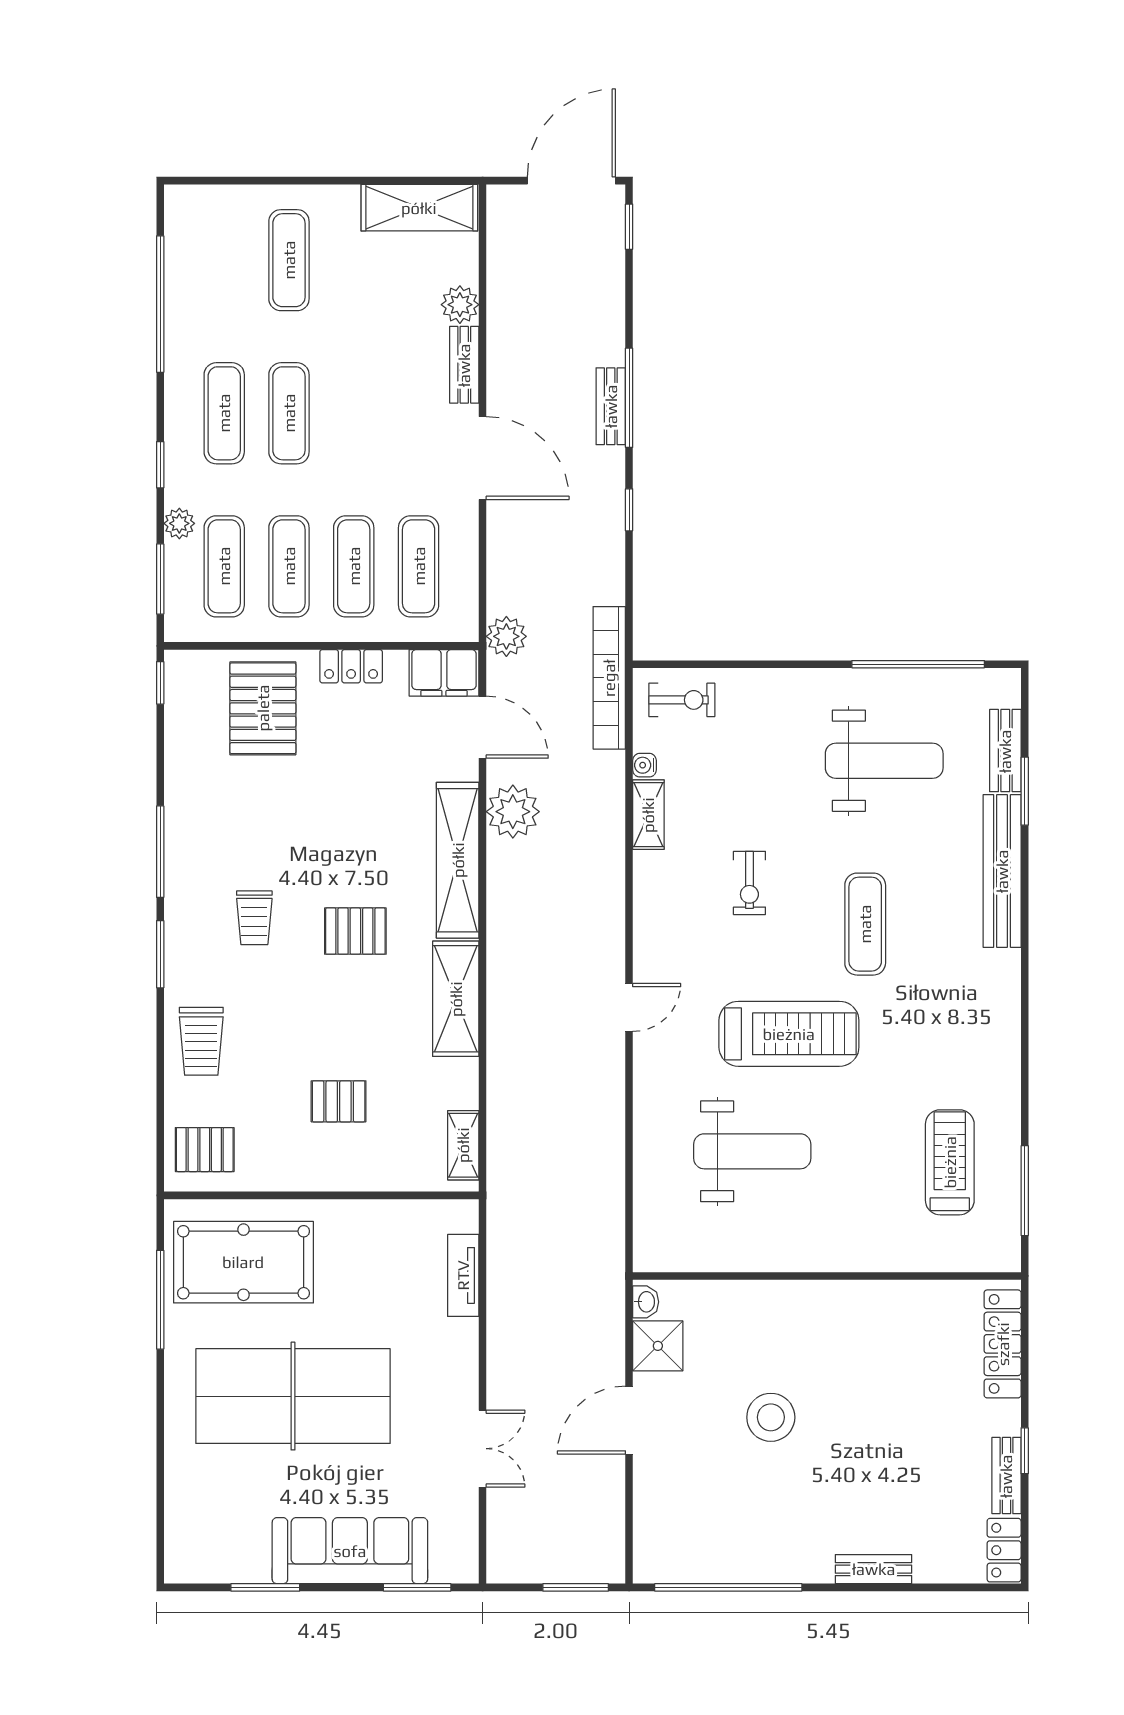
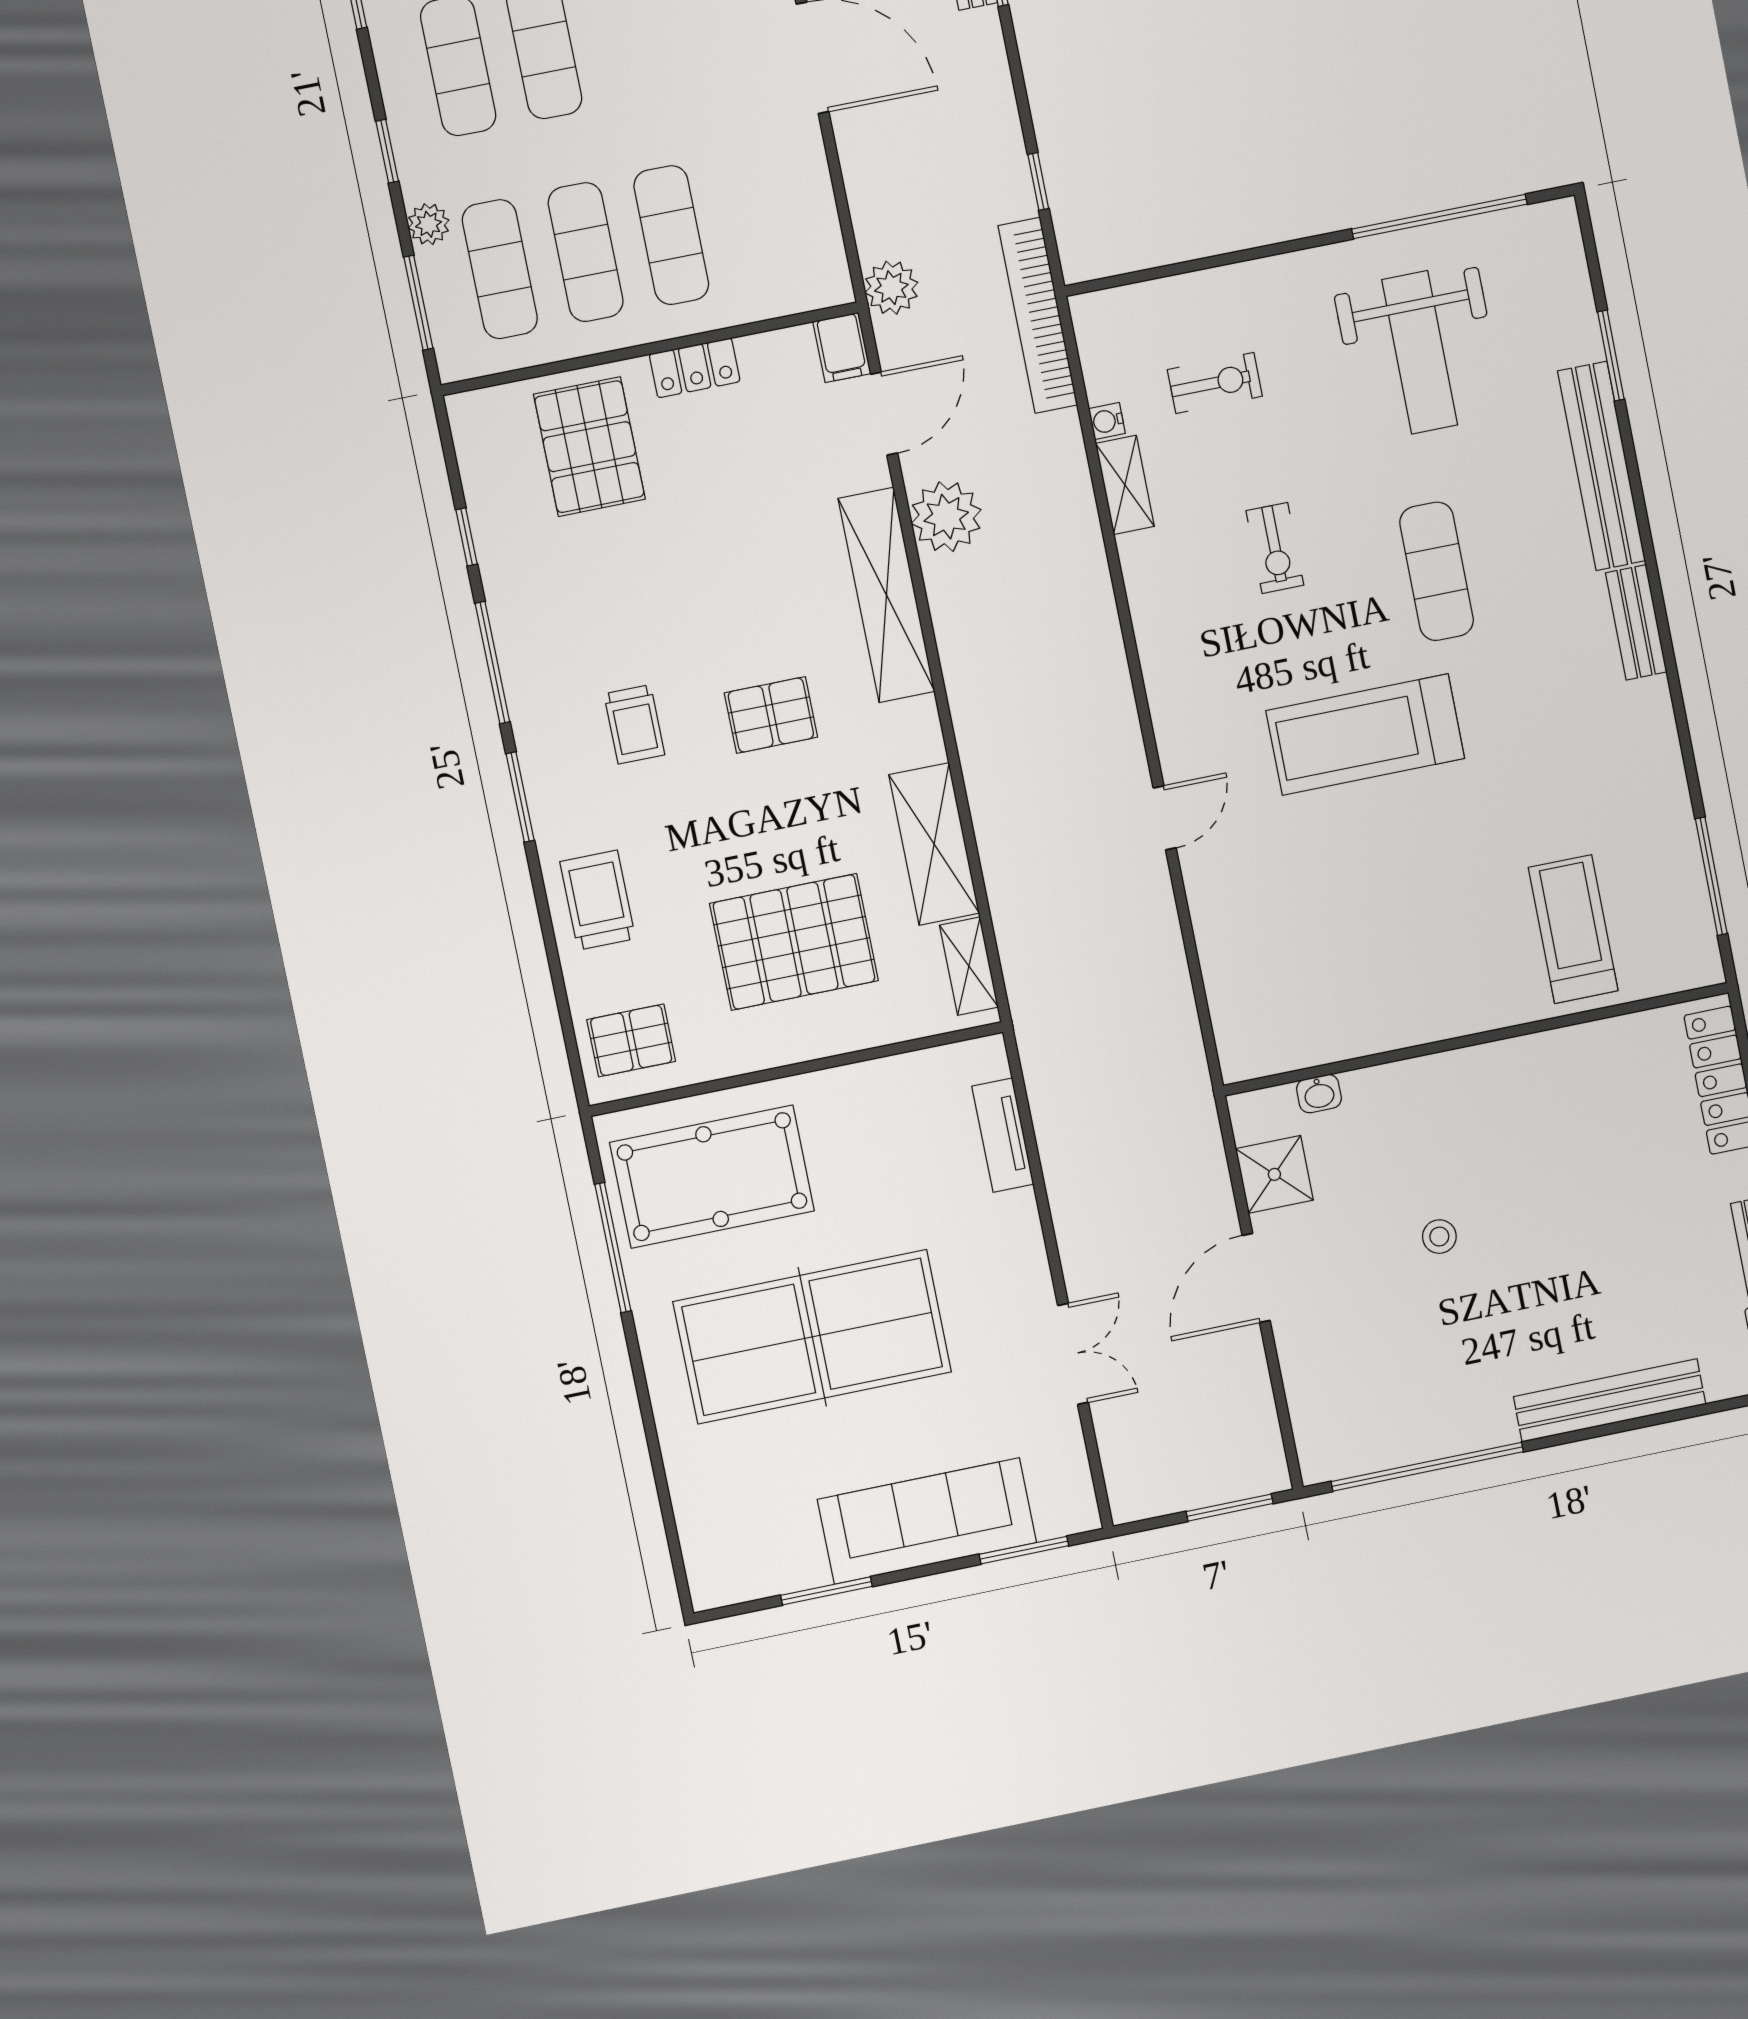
window: (629, 510) -> (1038, 182), moved
exercise mat: (419, 566) -> (757, 218), removed
filing cabinet: (444, 673) -> (842, 347), width x0.50
window: (160, 683) -> (467, 537), moved
exercise bike: (682, 700) -> (1215, 383), moved
door: (483, 727) -> (884, 414), hinge flipped
bench: (1005, 751) -> (1636, 622), moved
weight bench: (884, 761) -> (1420, 352), turned 90
shelving: (456, 999) -> (934, 844), moved
door: (629, 1007) -> (1165, 818), moved
treadmill: (789, 1034) -> (1365, 735), turned 180
trolley: (201, 1041) -> (598, 900), turned 180
pallet: (339, 1101) -> (794, 942), width x2.05, depth x2.00
weight bench: (752, 1151) -> (1347, 897), removed
treadmill: (950, 1162) -> (1573, 929), moved
washbasin: (646, 1302) -> (1319, 1094), moved, turned 90
stool: (771, 1417) -> (1439, 1237), width x0.53, depth x0.53
bench: (874, 1569) -> (1610, 1400), width x1.86, depth x1.21

